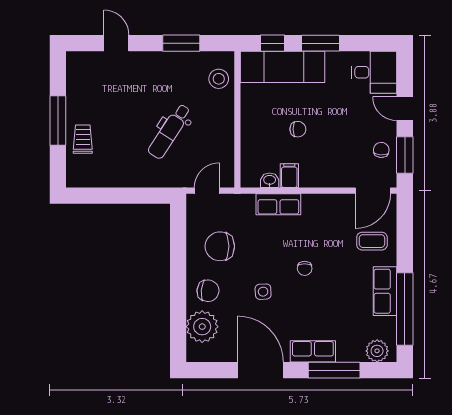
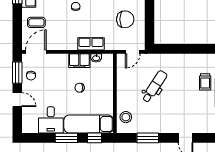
desk: (374, 72) -> (51, 120), moved, turned -90
filing cabinet: (289, 176) -> (79, 61), width x2.00

